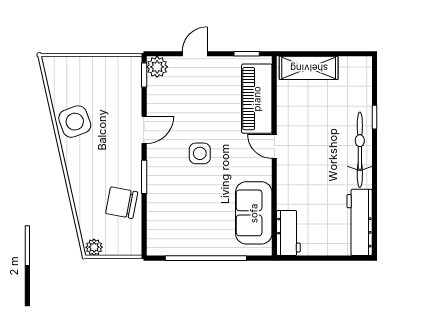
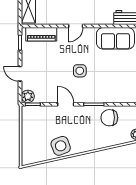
piano: (257, 99) -> (41, 34), width x0.73, depth x0.75
chair: (122, 203) -> (109, 118), turned 79

